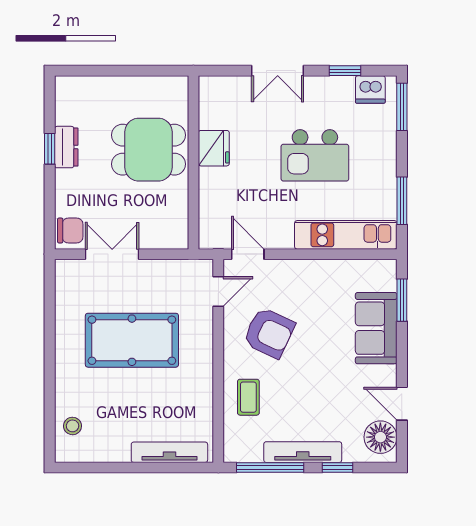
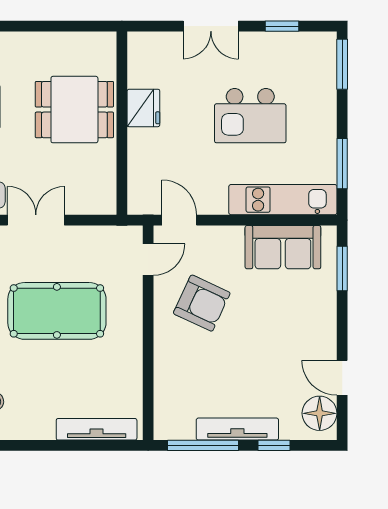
dishwasher: (370, 89) -> (309, 46), removed
sofa: (376, 328) -> (283, 247), moved, turned -90
coffee table: (248, 397) -> (180, 371), removed

